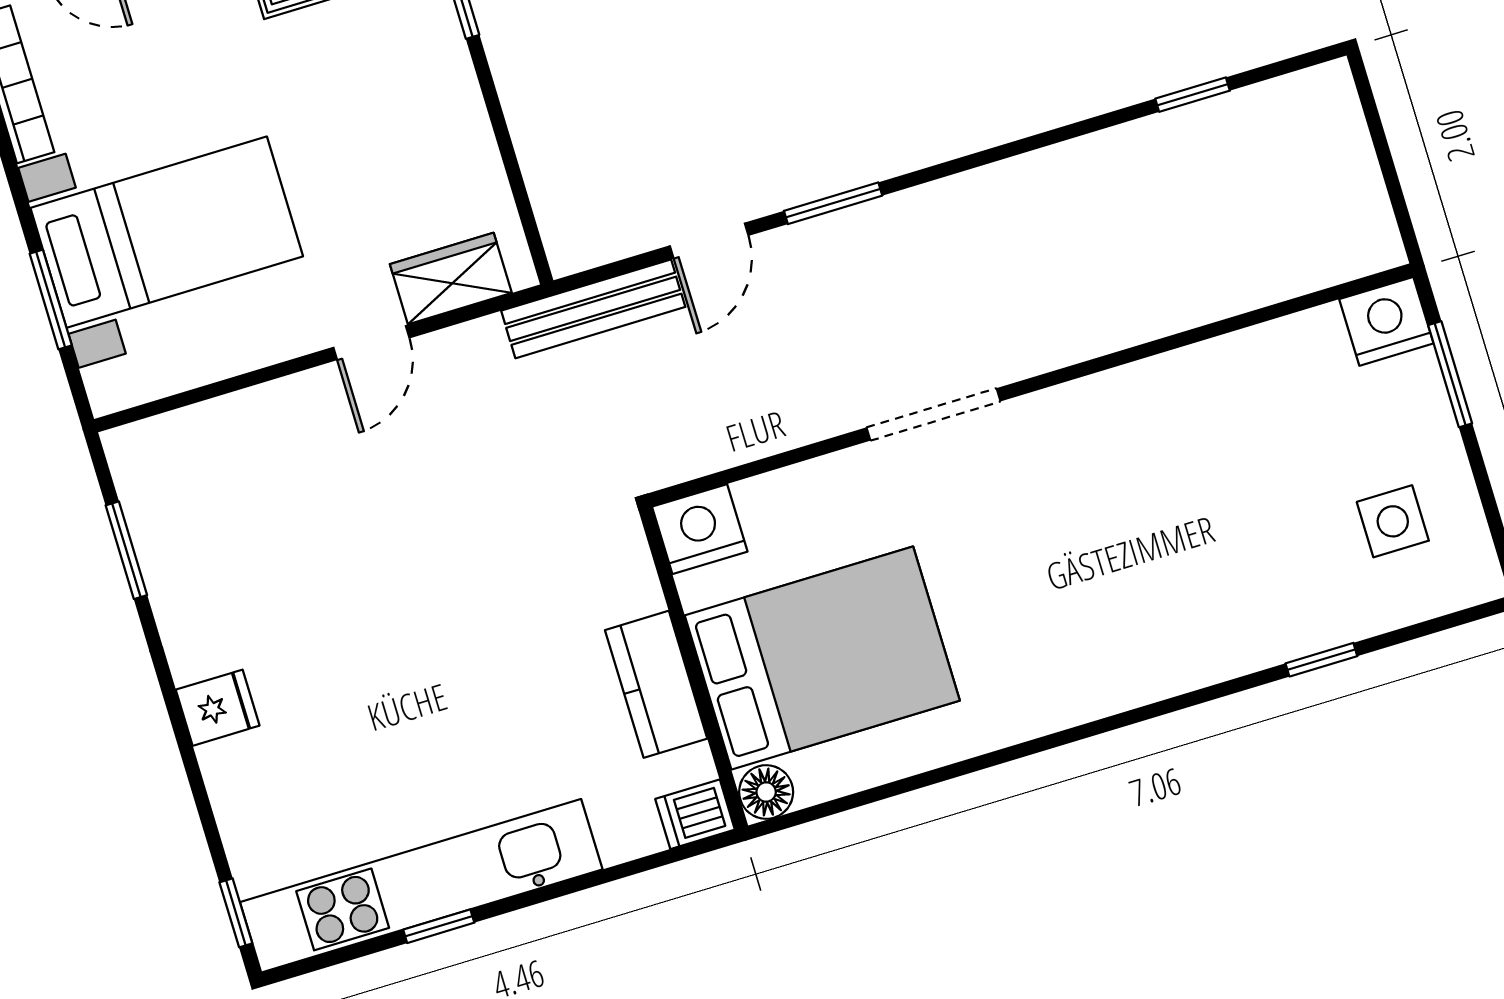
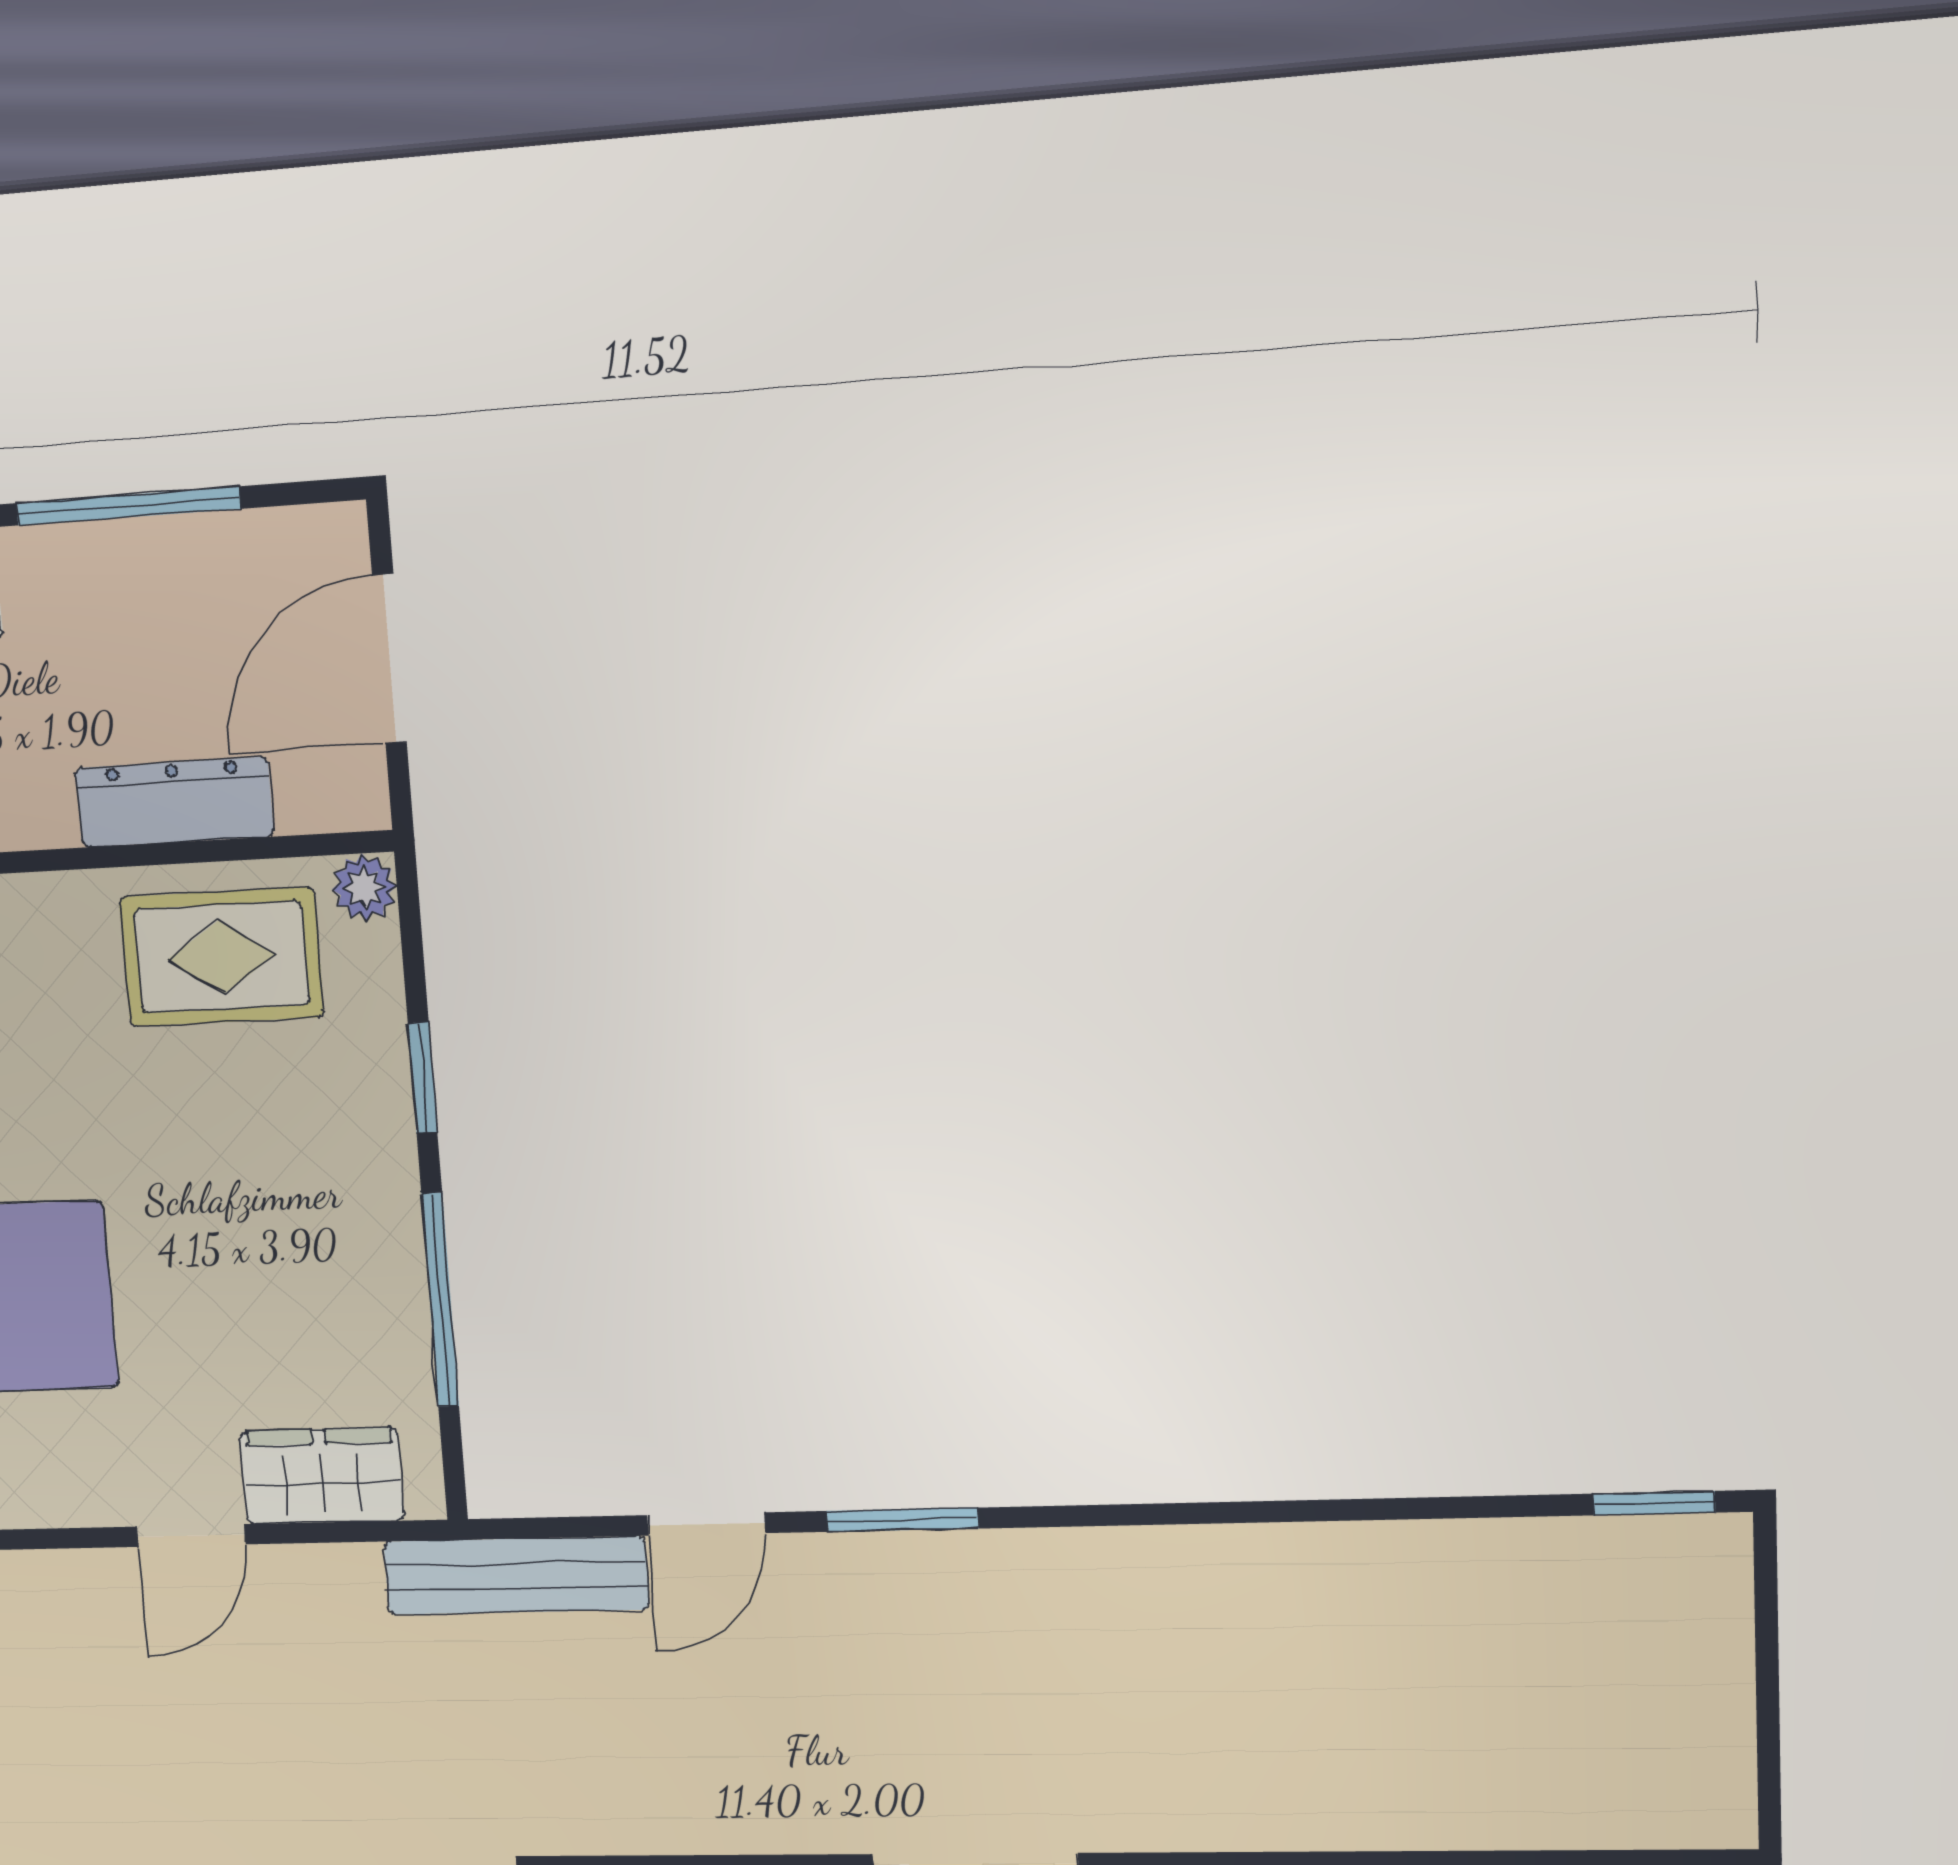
window: (1193, 95) -> (1654, 1503), moved
window: (504, 142) -> (440, 1300), added

